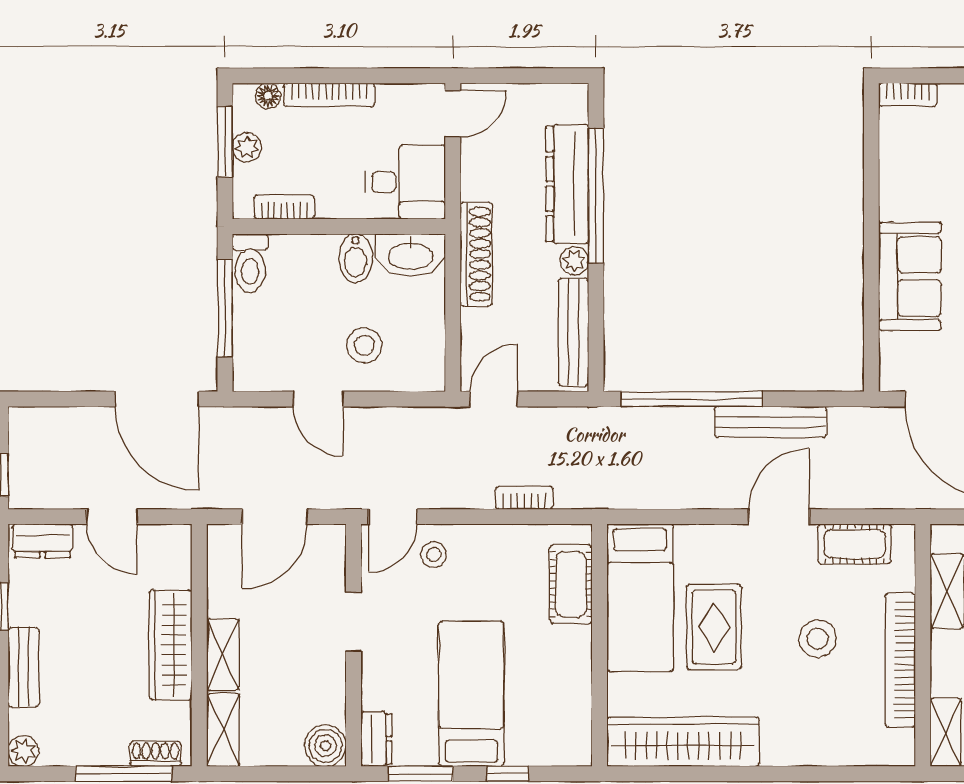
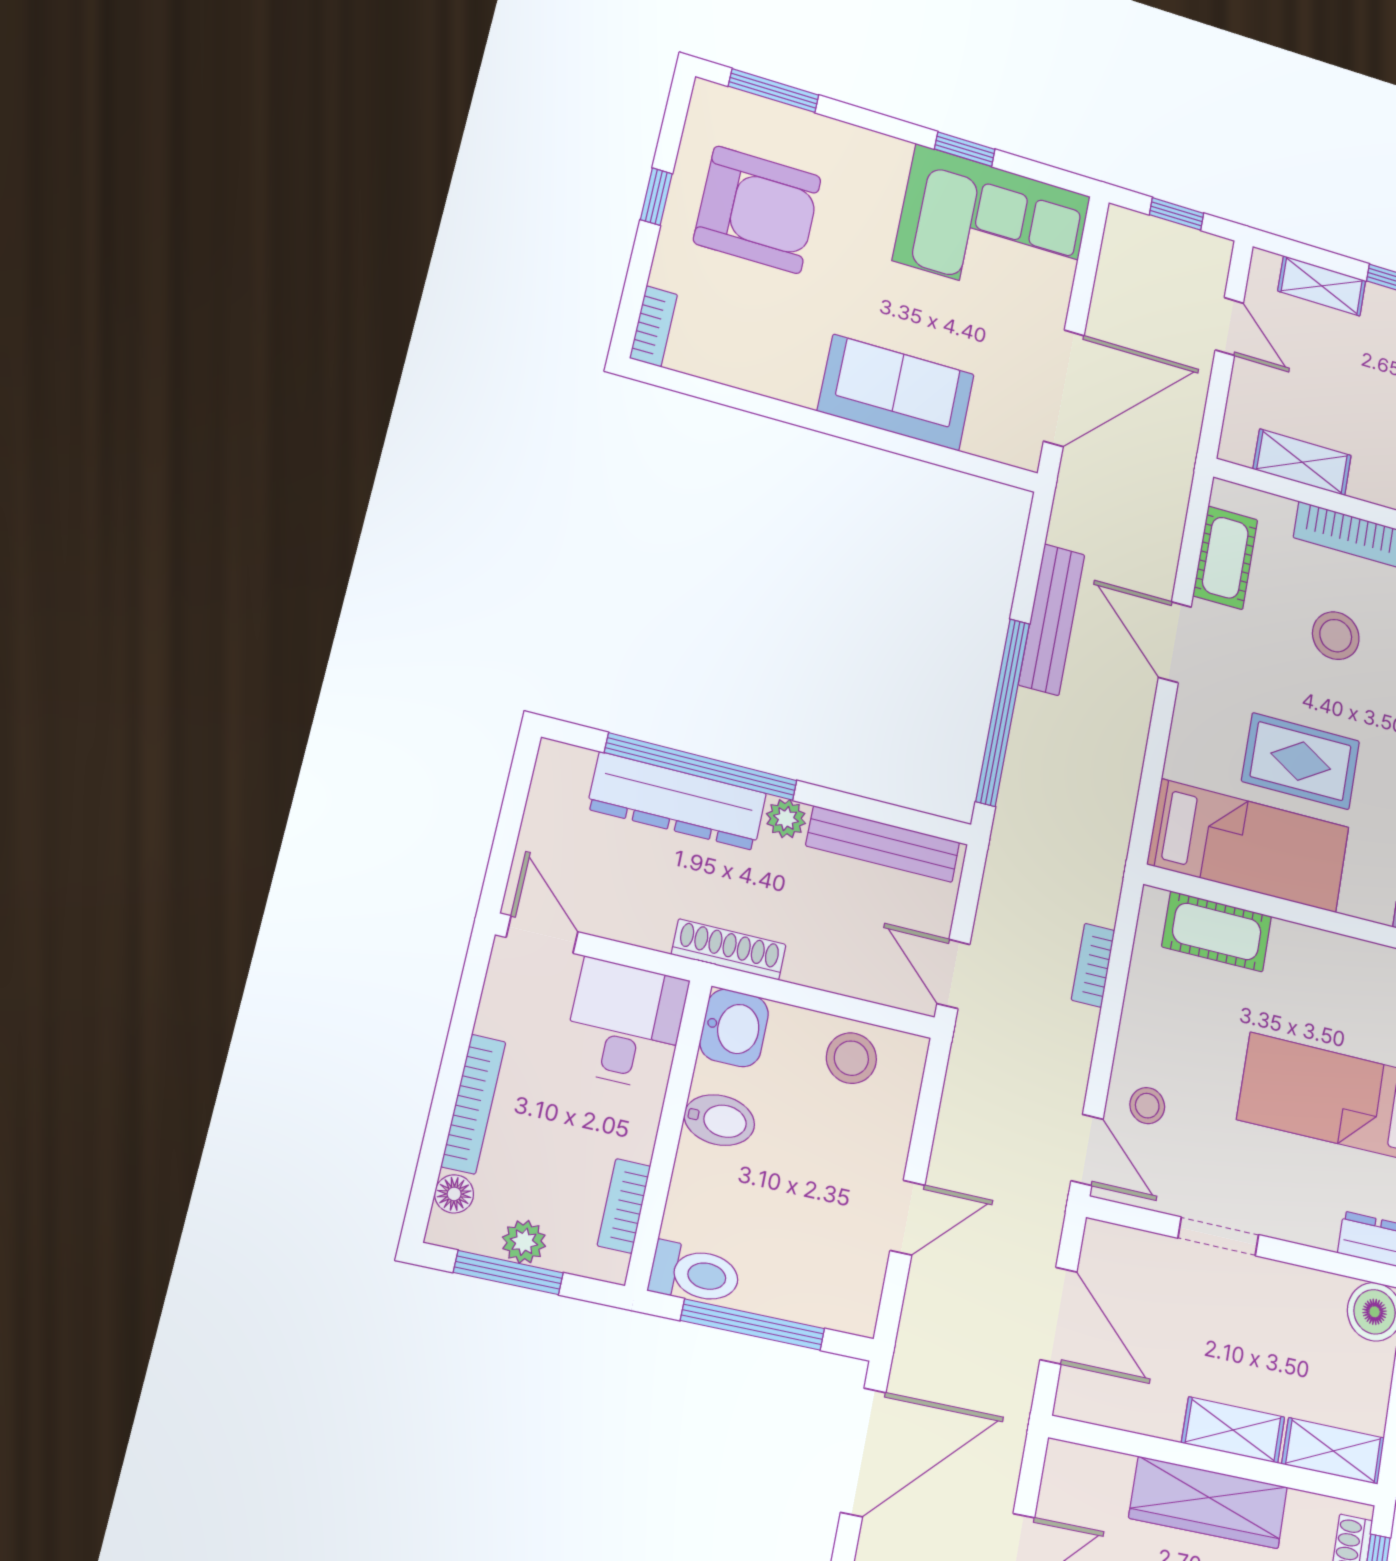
shoe rack: (476, 254) -> (729, 949), width x0.74, depth x0.81
washbasin: (410, 255) -> (734, 1028), width x0.72
stool: (364, 345) -> (851, 1058), moved

